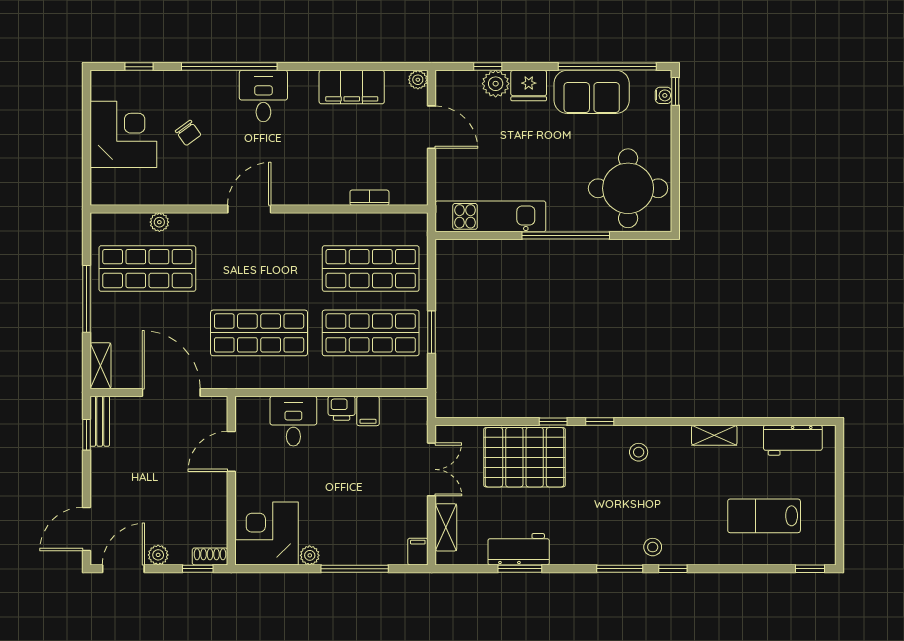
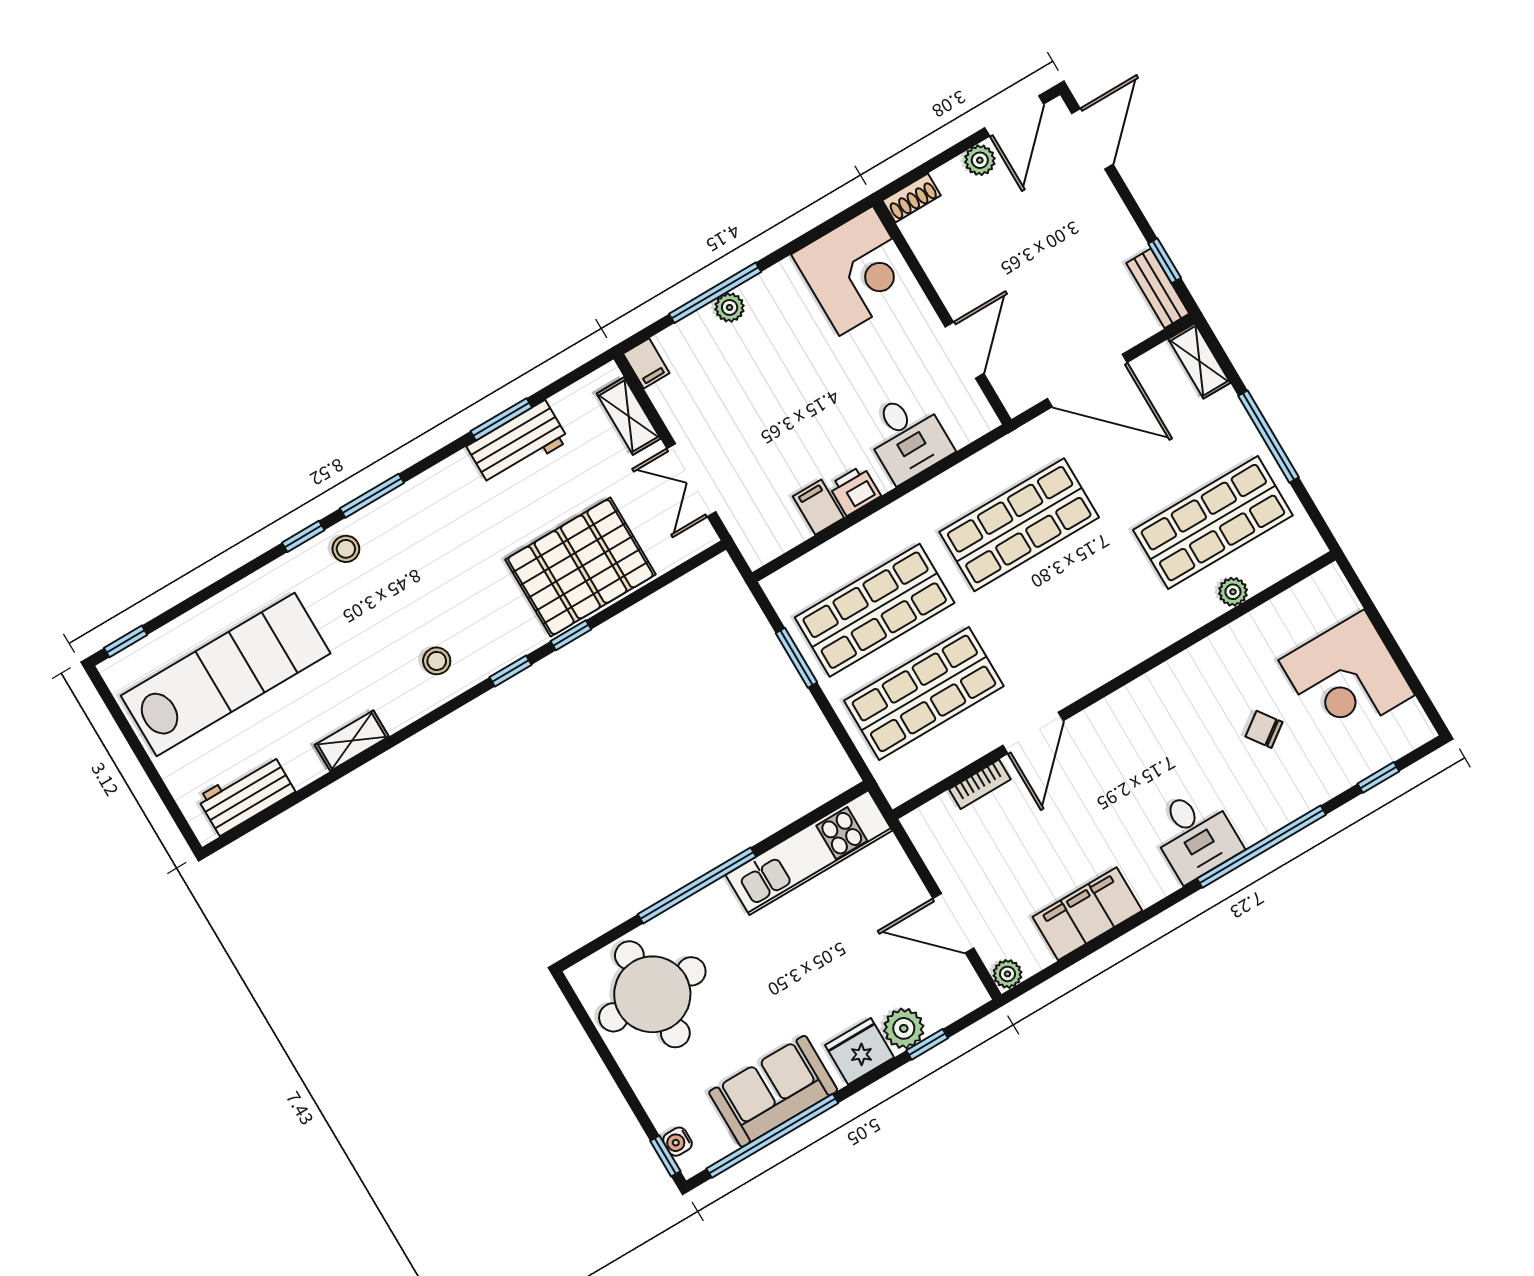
door: (249, 209) -> (1033, 733), moved
lab bench: (764, 516) -> (226, 675), width x1.86, depth x1.39
plant: (310, 555) -> (730, 307), moved
window: (198, 569) -> (918, 173), removed

